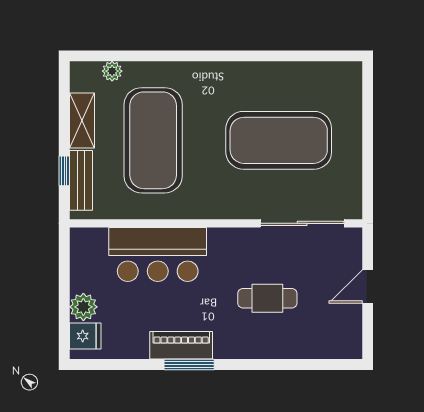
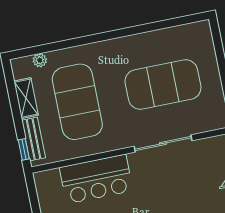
window: (64, 171) -> (24, 149), moved
sliding door: (302, 223) -> (163, 144), moved
cafe table: (267, 298) -> (177, 194), removed

